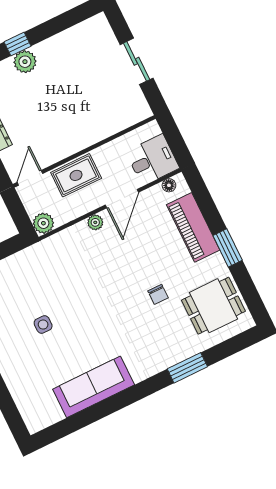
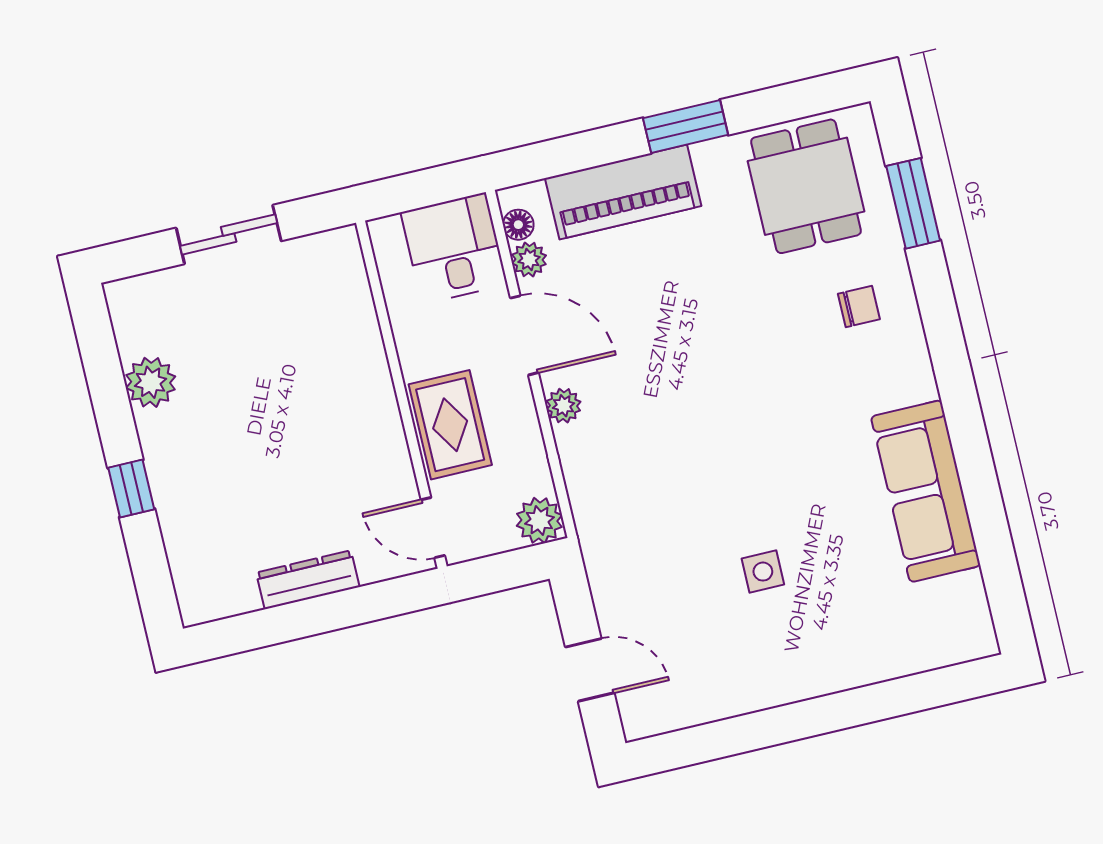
plant: (25, 62) -> (151, 382), moved
plant: (155, 193) -> (529, 259), added
chair: (158, 294) -> (859, 306), moved
window: (187, 368) -> (913, 203), moved

